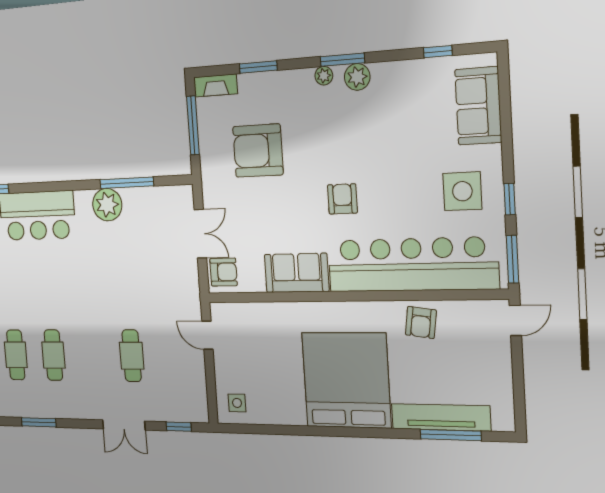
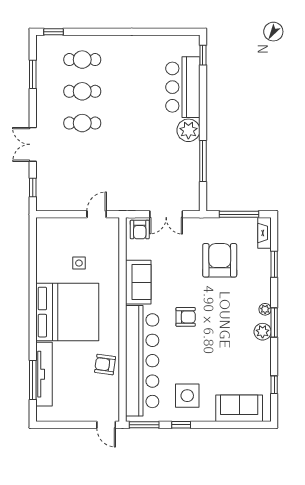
plant: (107, 205) -> (188, 130), moved
cafe table: (132, 356) -> (82, 123), moved
side table: (237, 403) -> (79, 263), moved

